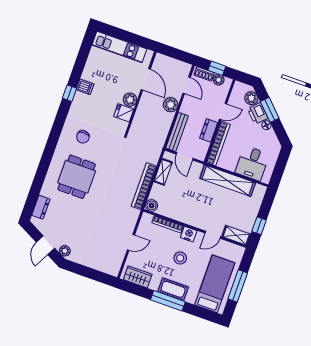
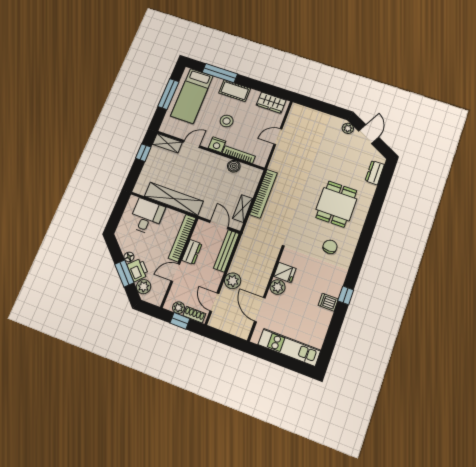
boiler: (152, 205) -> (234, 166), moved
window: (168, 301) -> (220, 73), moved

